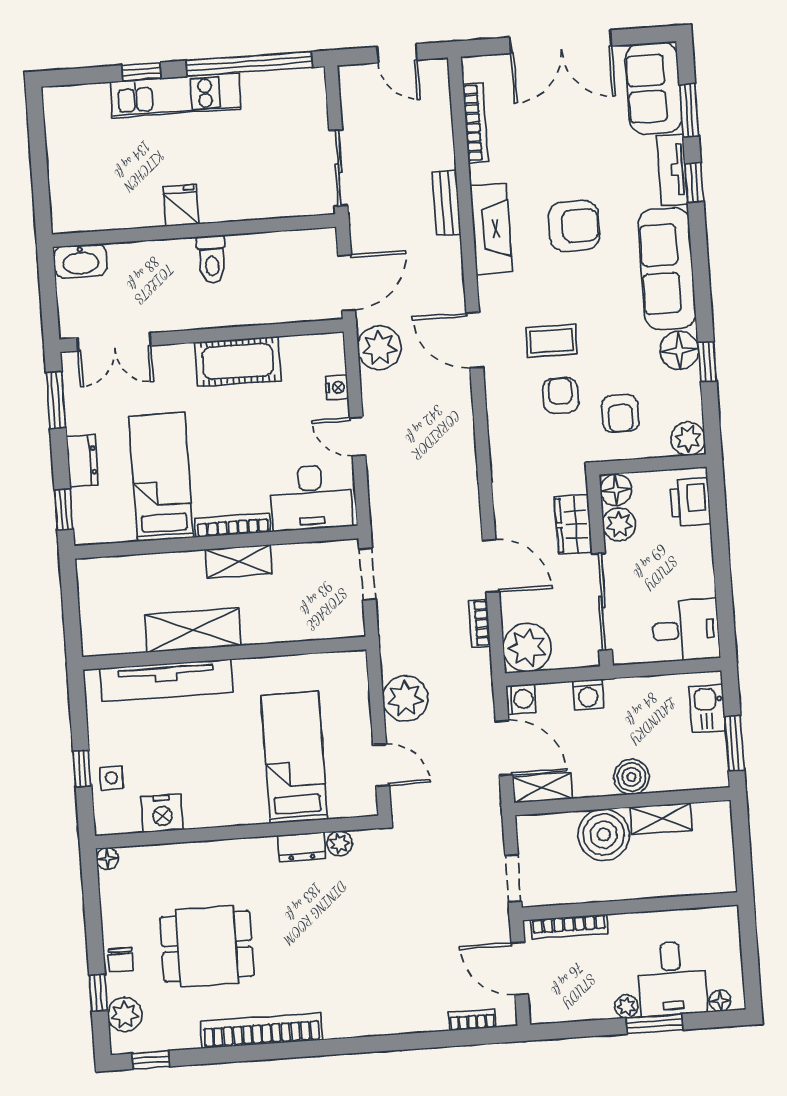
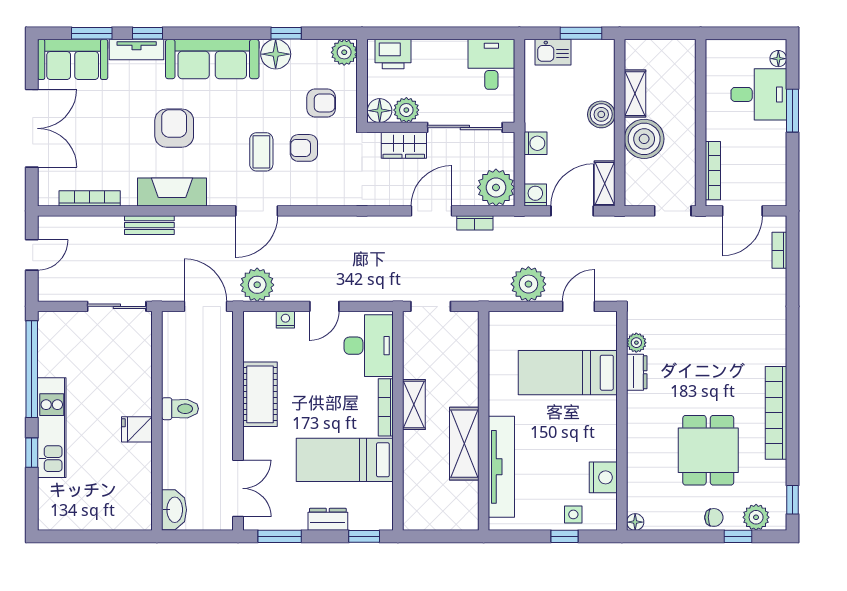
plant: (626, 1006) -> (778, 131), removed

